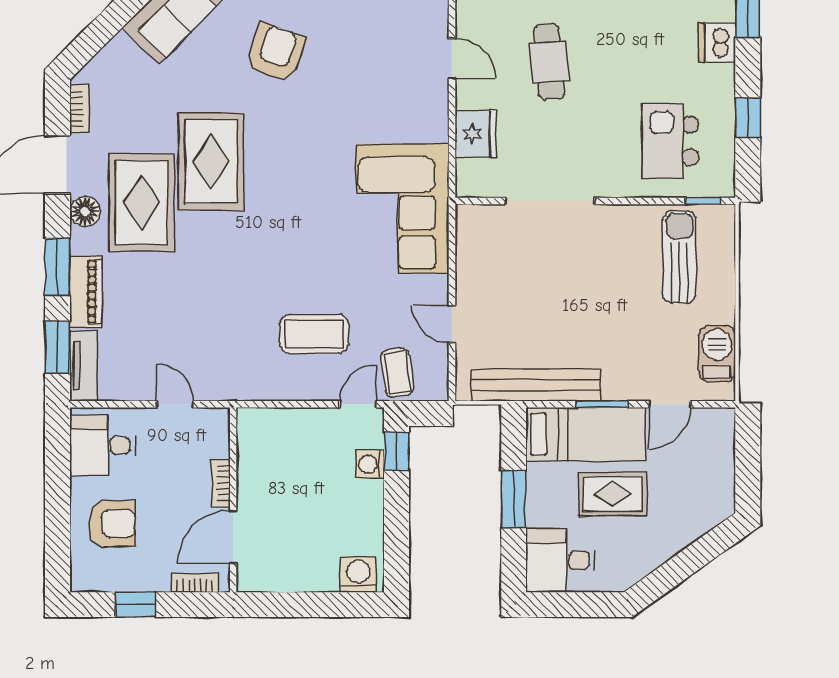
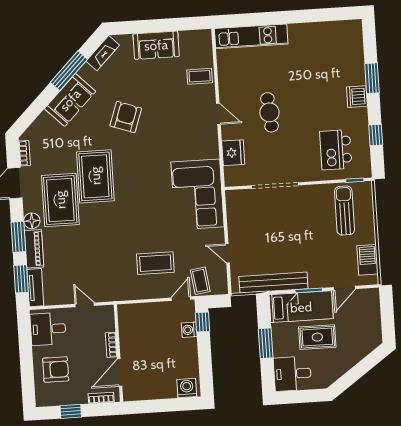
floor lamp: (85, 211) -> (32, 221), moved

